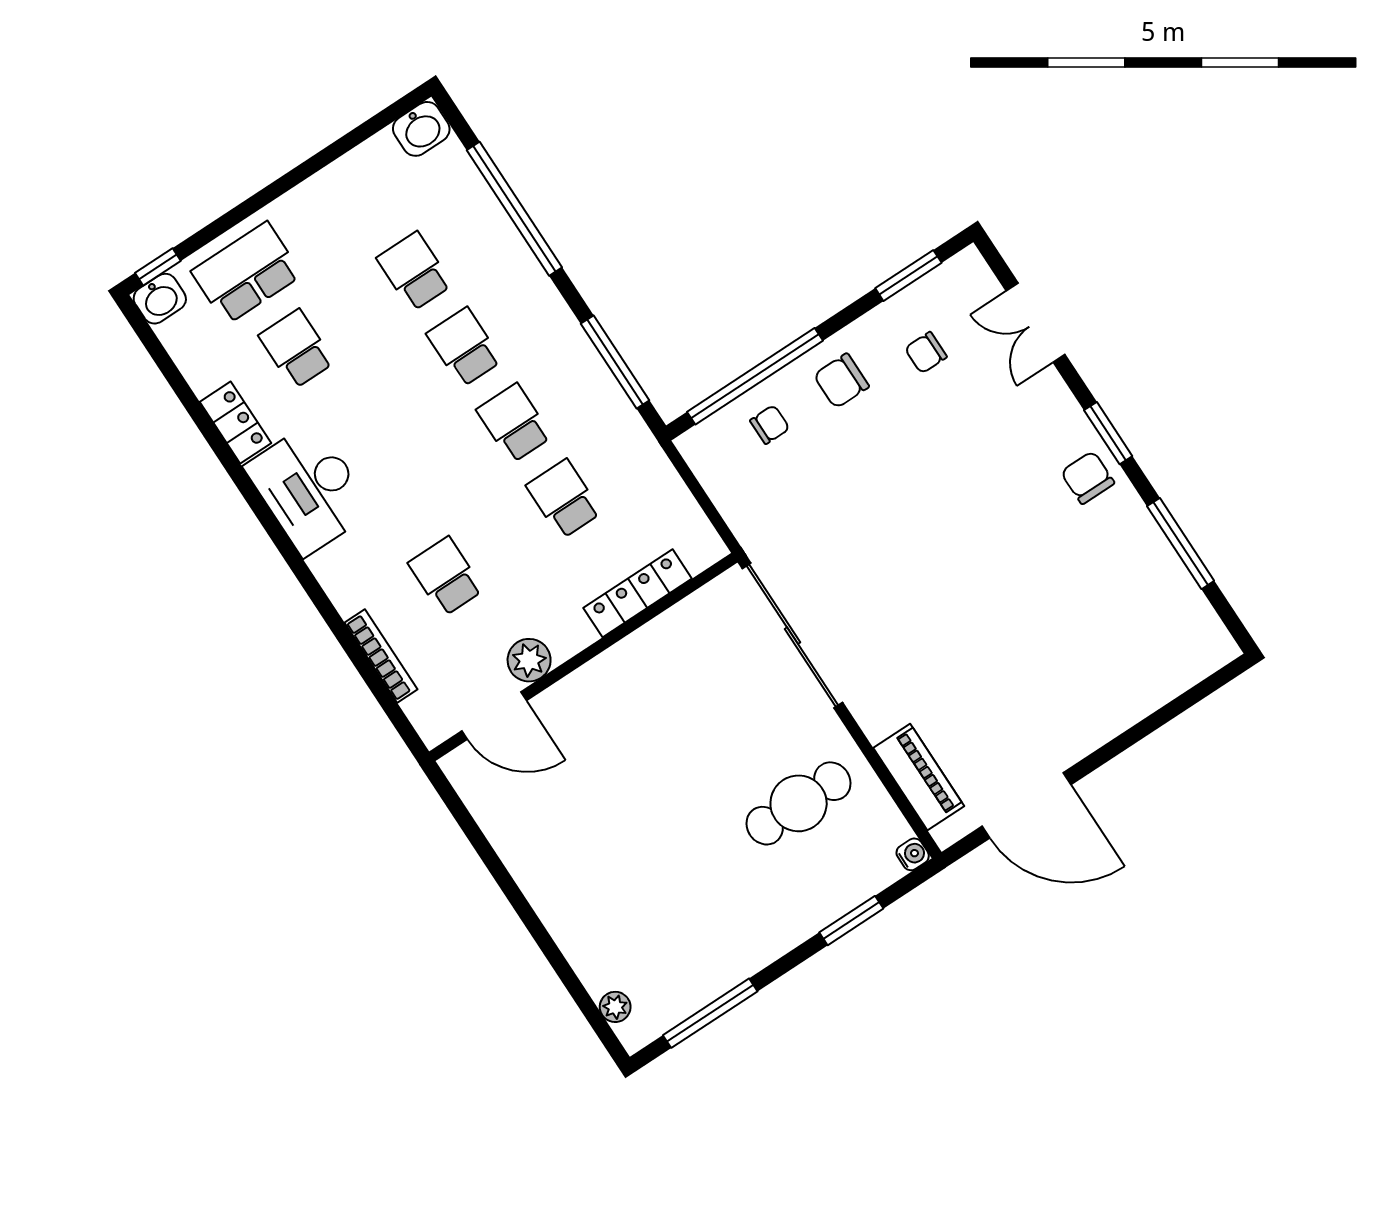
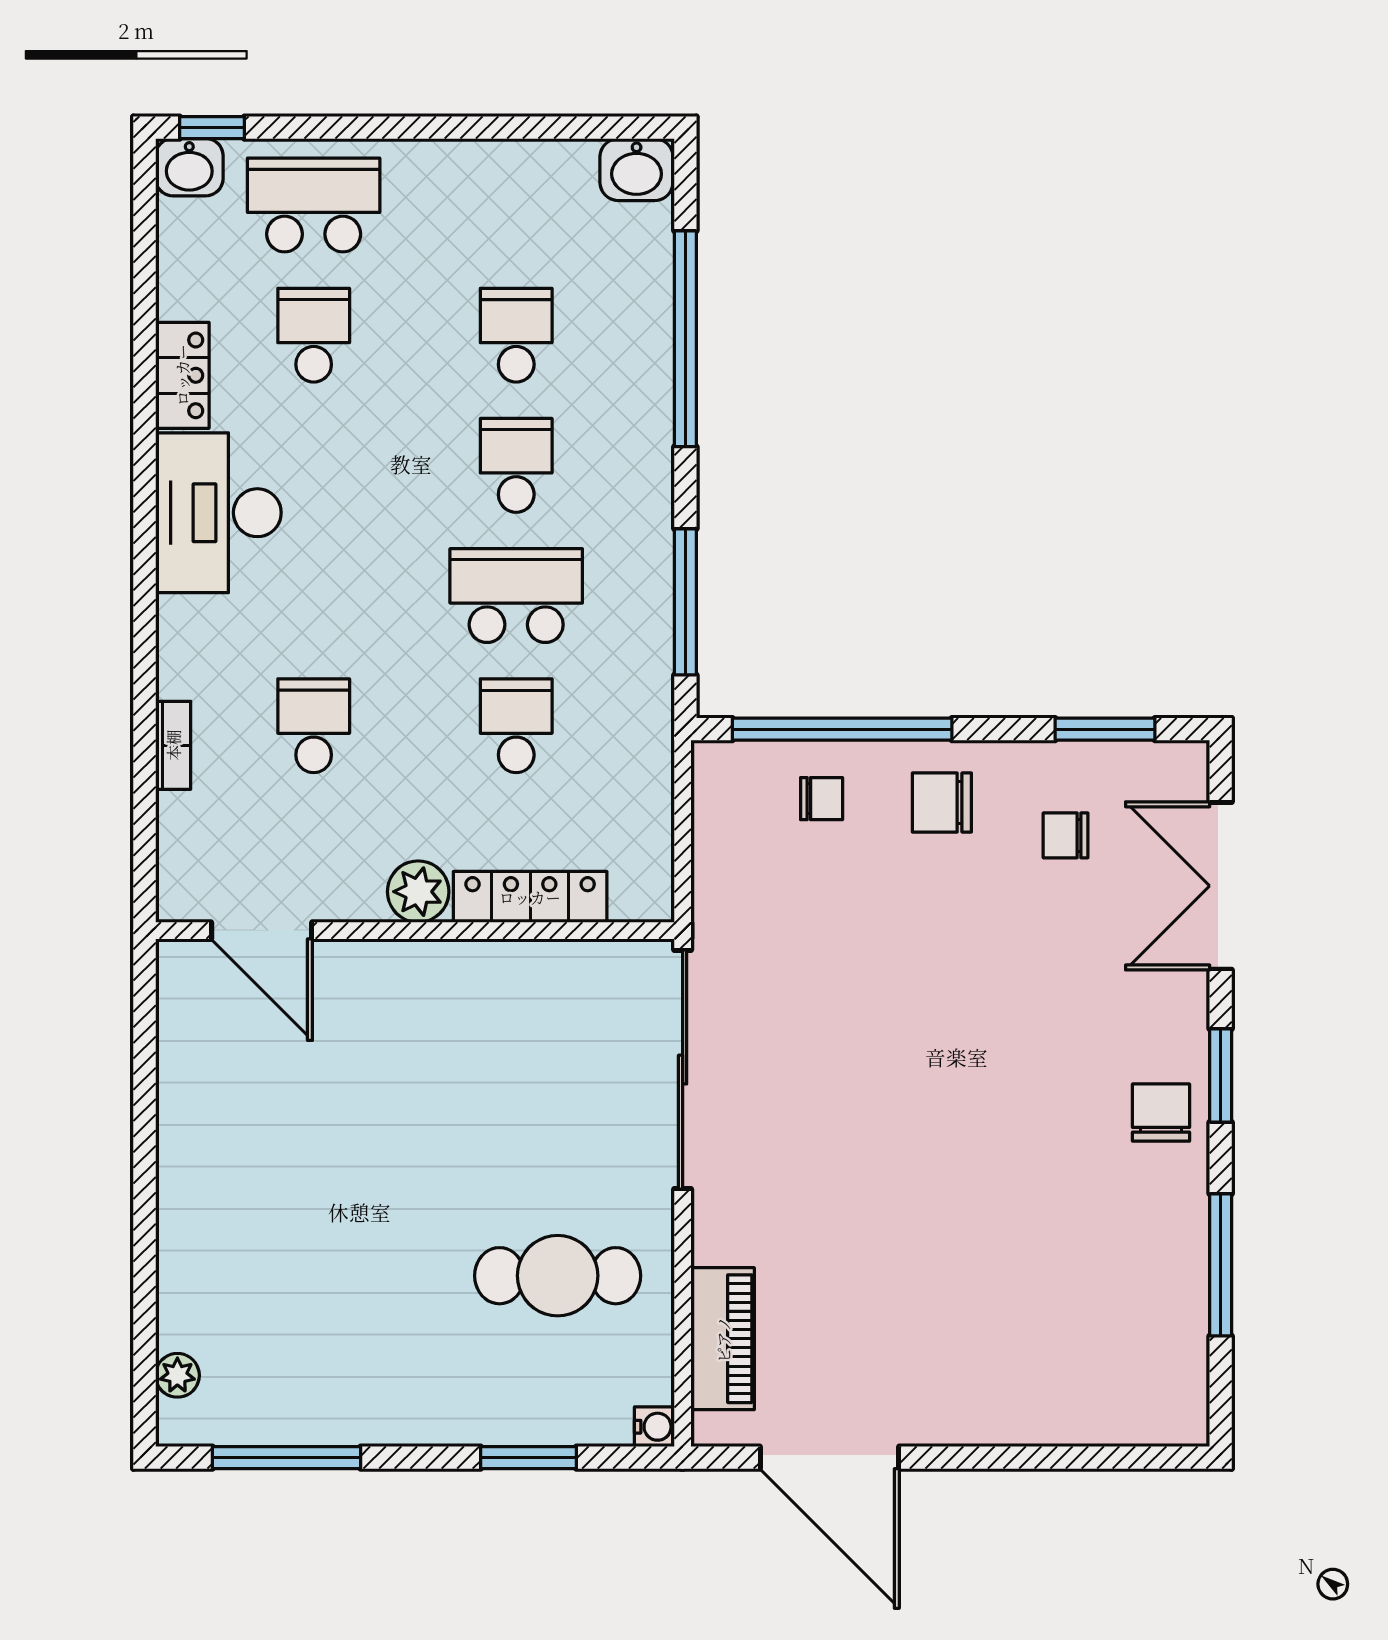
double door: (1036, 323) -> (1221, 886), width x1.37
school desk: (514, 423) -> (516, 596), width x1.85
bookcase: (381, 656) -> (173, 745), width x0.64
plant: (529, 660) -> (418, 892), moved

